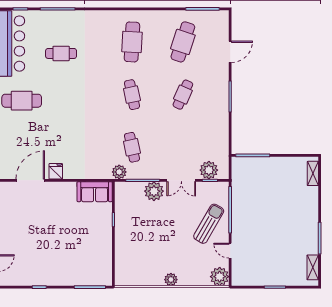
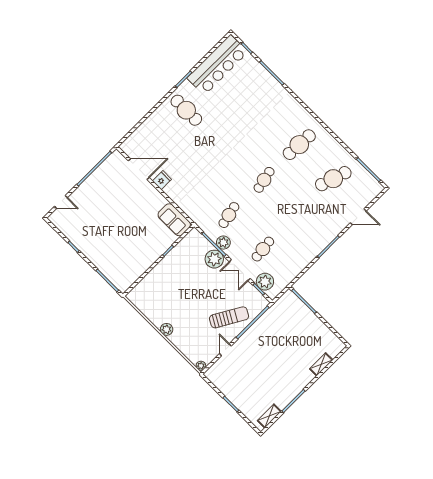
cafe table: (61, 53) -> (244, 105), removed
cafe table: (183, 95) -> (263, 249), moved, turned -30
plant: (119, 172) -> (223, 243), moved
shelving: (313, 173) -> (321, 364), moved
plant: (220, 277) -> (201, 366), width x0.53, depth x0.53

